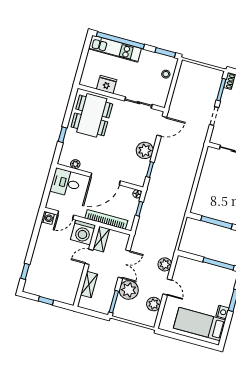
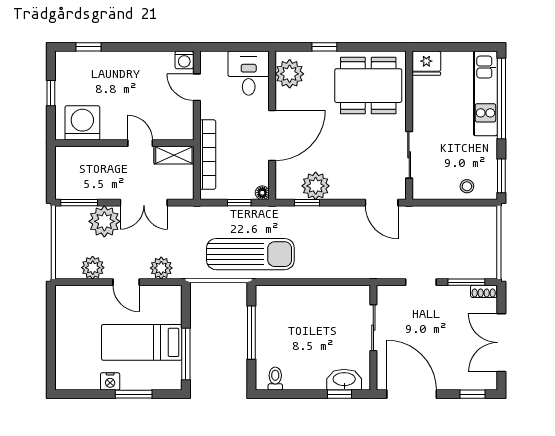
fridge: (107, 84) -> (426, 63), moved, turned 90
plant: (145, 150) -> (316, 186), moved
plant: (75, 164) -> (290, 74), width x1.88, depth x1.88
door: (105, 179) -> (272, 135), swing flipped
sun lounger: (171, 210) -> (250, 254), added
washing machine: (83, 232) -> (82, 123), moved, turned 90
shelving: (89, 285) -> (96, 155), removed
door: (167, 287) -> (126, 282), hinge flipped
bed: (200, 324) -> (142, 342), moved, turned -90

